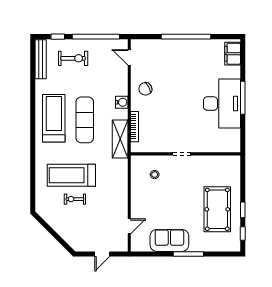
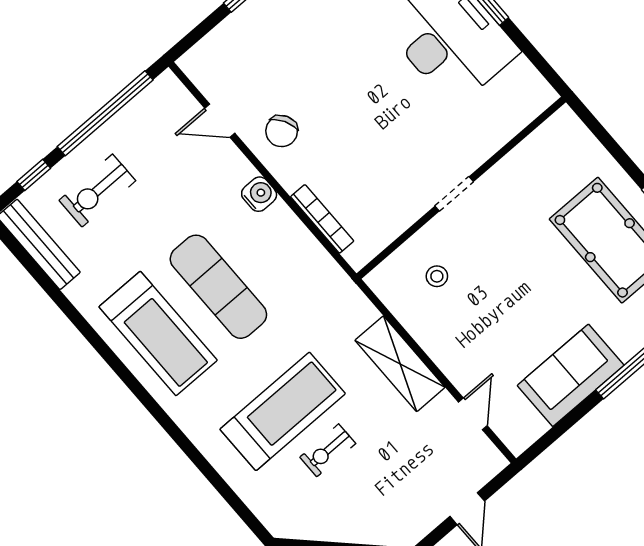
door: (129, 57) -> (220, 121), moved
exercise bike: (73, 58) -> (97, 191), turned 180
treadmill: (54, 118) -> (158, 334), turned 180
shelving: (120, 139) -> (400, 364), moved
treadmill: (71, 175) -> (283, 411), turned 180

